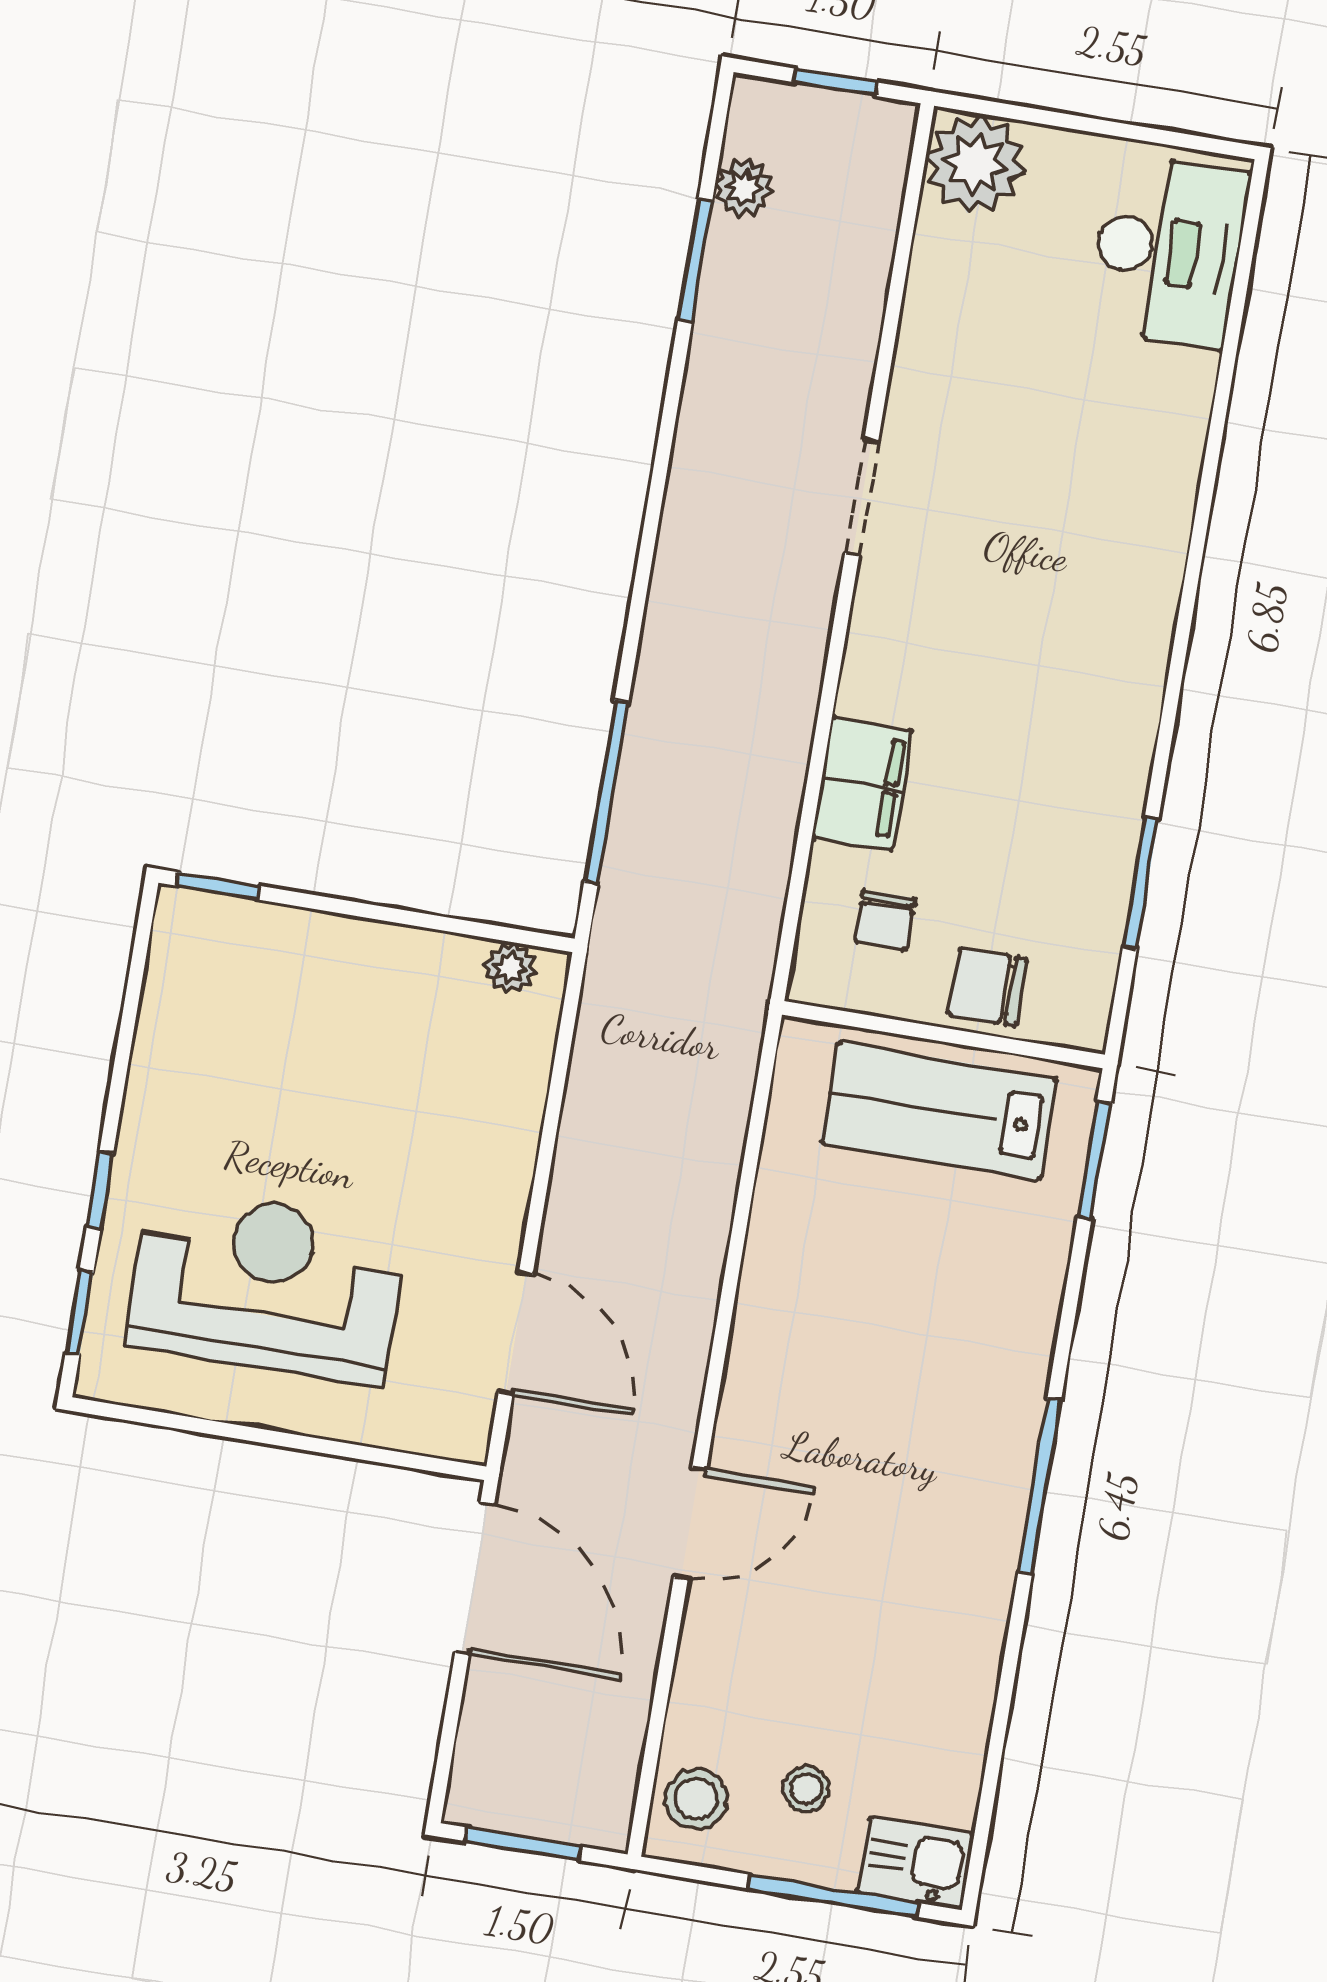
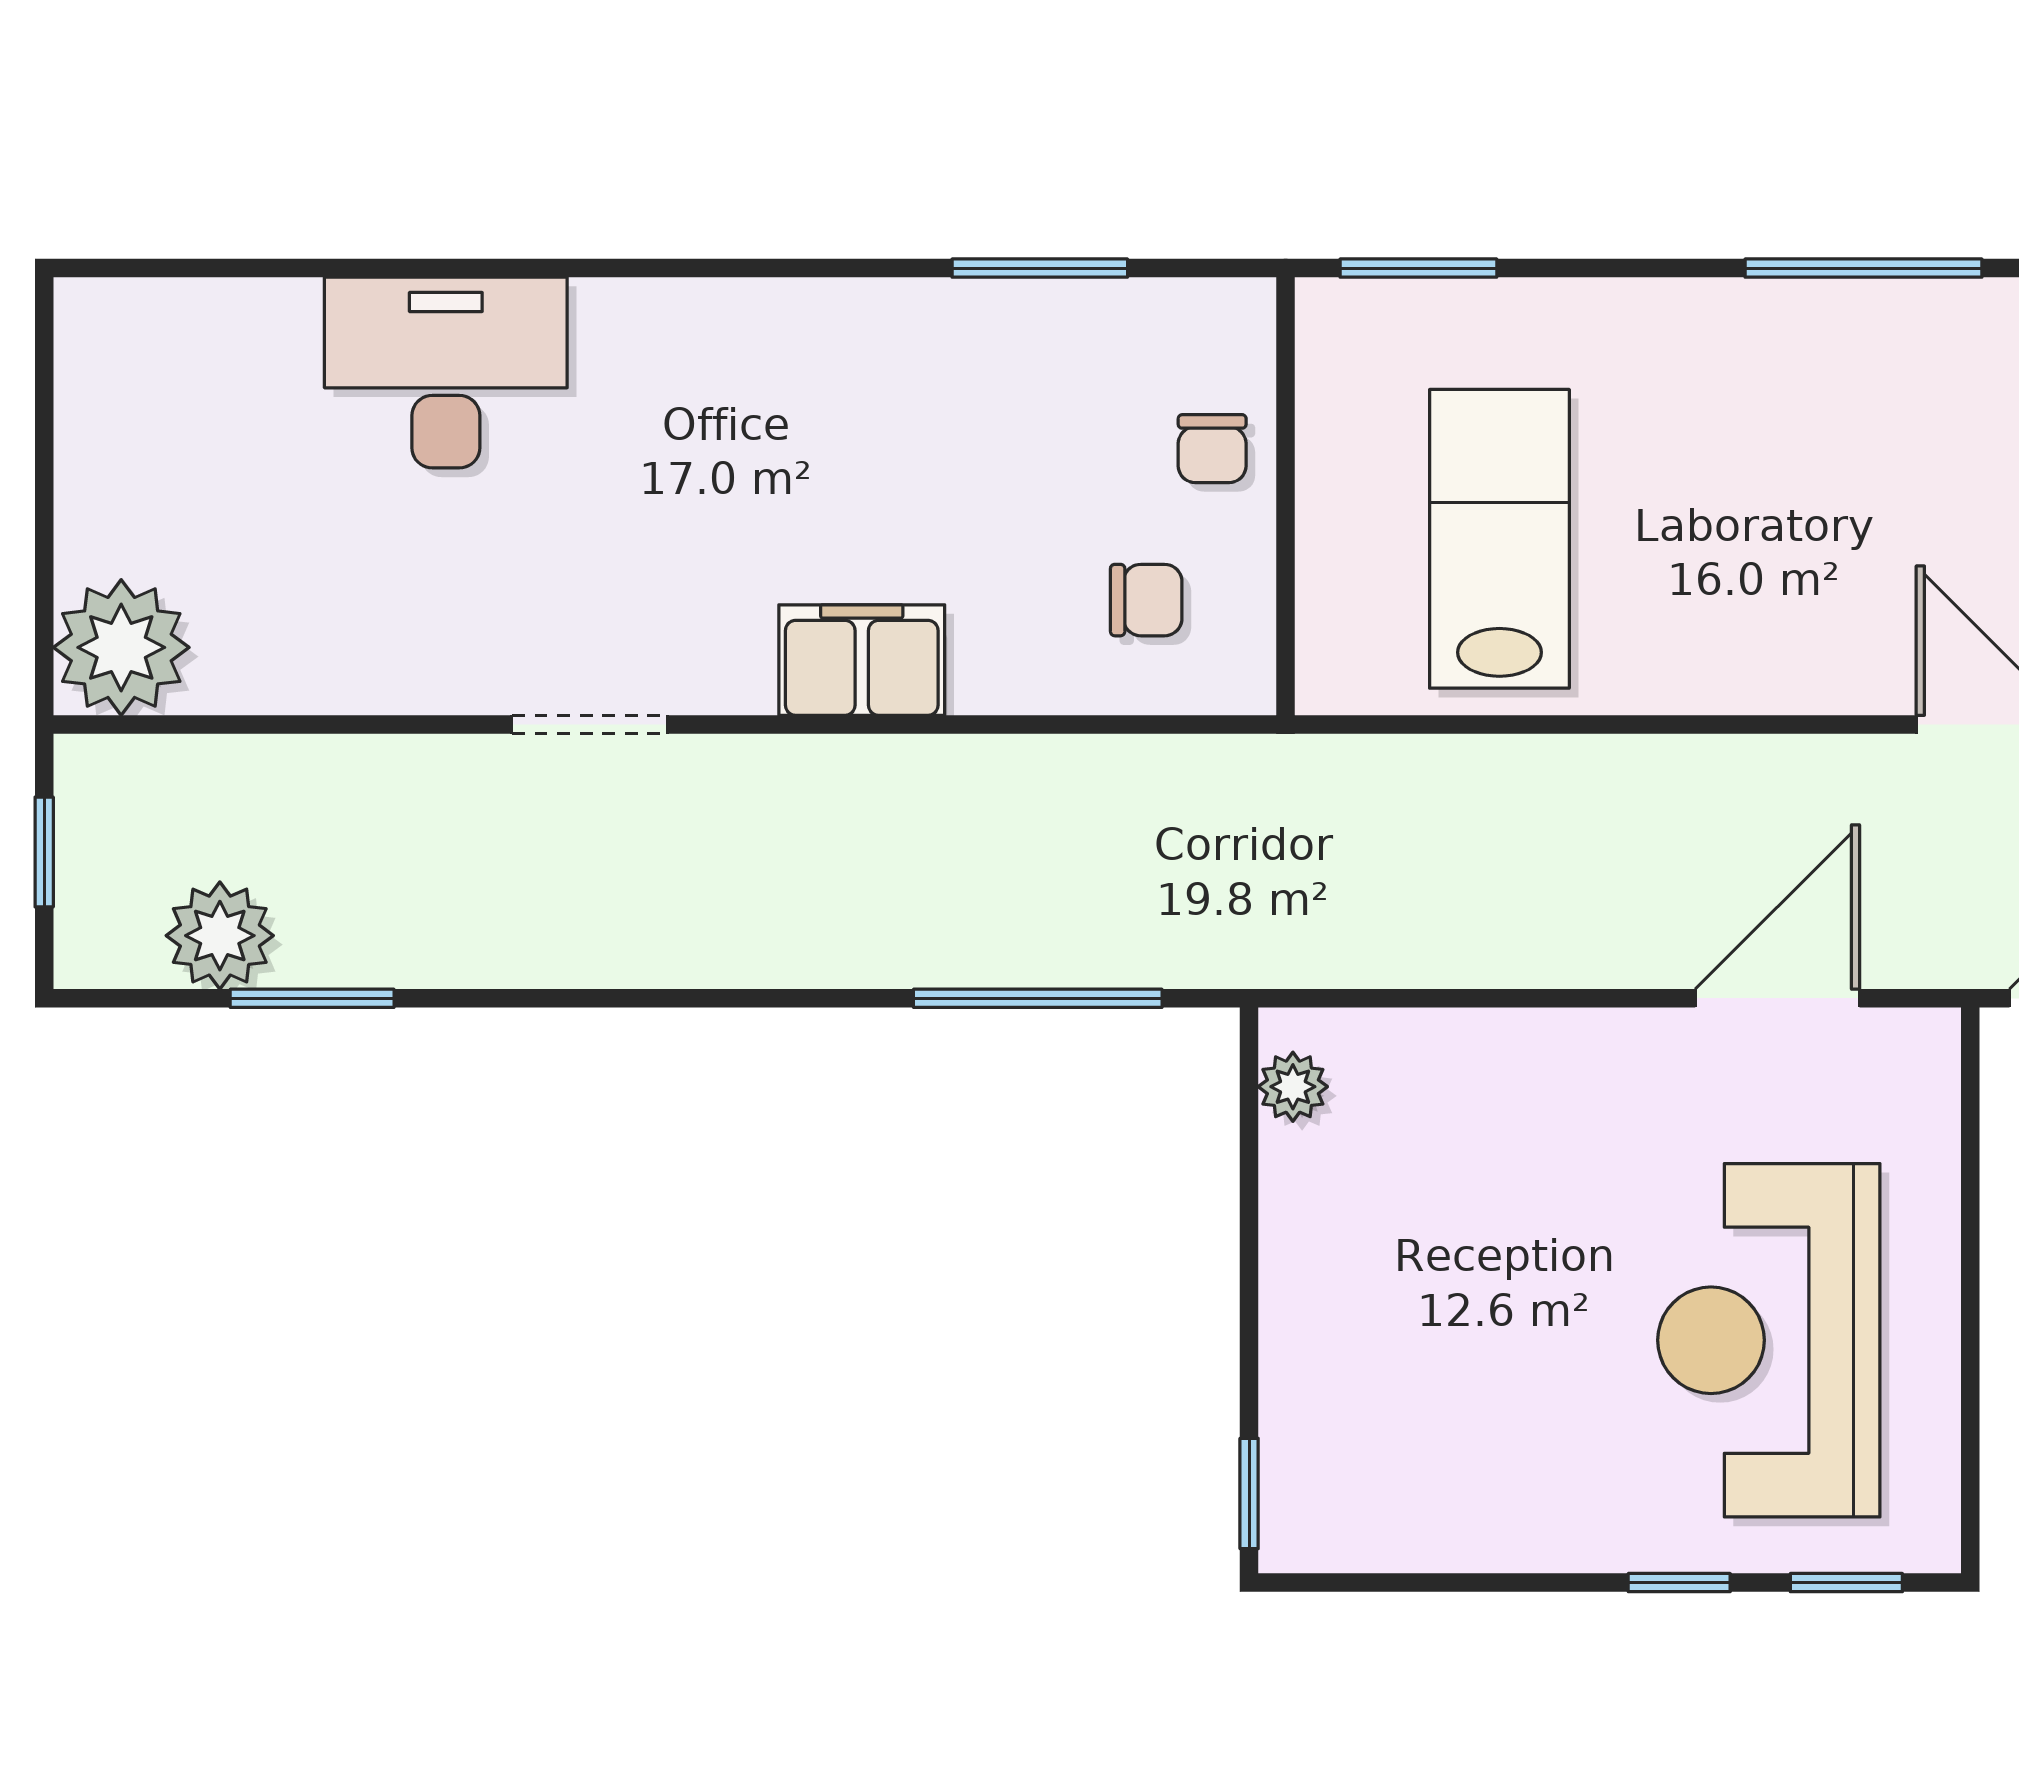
plant: (744, 188) -> (220, 936), width x1.38, depth x1.38
desk: (1168, 251) -> (446, 373), moved
filing cabinet: (862, 784) -> (862, 660), moved
chair: (987, 987) -> (1212, 449), width x0.73, depth x0.73
lab bench: (940, 1111) -> (1499, 539), moved, turned 180

